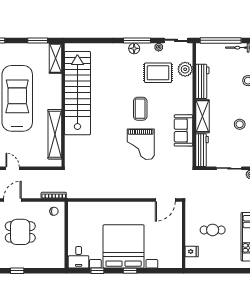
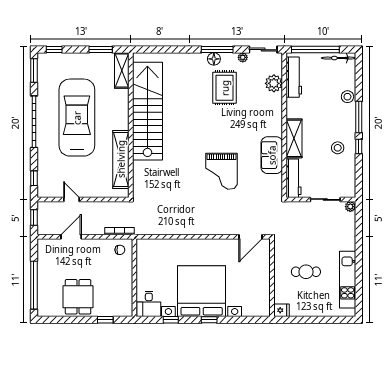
rug: (158, 73) -> (225, 88), moved, turned 90
workbench: (202, 81) -> (294, 77), moved
coffee table: (140, 109) -> (221, 130), removed
dining table: (20, 232) -> (78, 297), moved, turned 90
fridge: (192, 252) -> (281, 310), moved
window: (17, 271) -> (105, 320), moved

